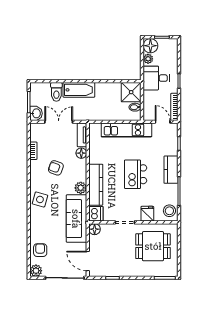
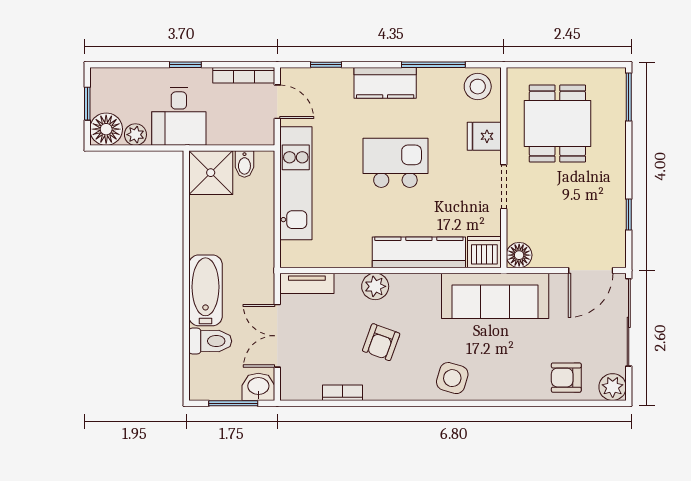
door: (163, 122) -> (277, 102), swing flipped
floor lamp: (81, 153) -> (348, 285), removed
kitchen island: (136, 174) -> (395, 163), turned 180
plant: (81, 188) -> (375, 286), moved

